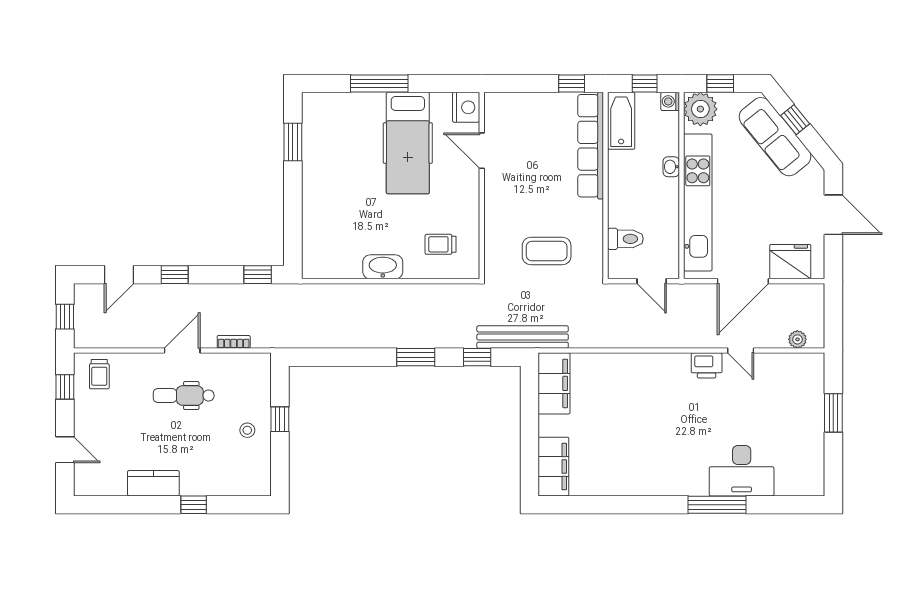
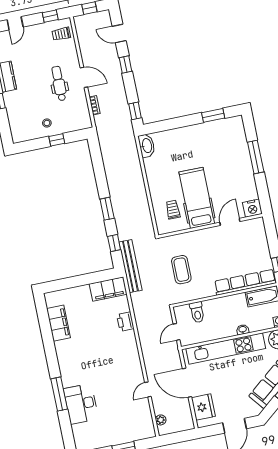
hospital bed: (408, 143) -> (197, 198), moved, turned 90
washbasin: (383, 267) -> (147, 146), moved
printer: (707, 365) -> (125, 322), moved
filing cabinet: (553, 467) -> (59, 323), moved, turned -90

